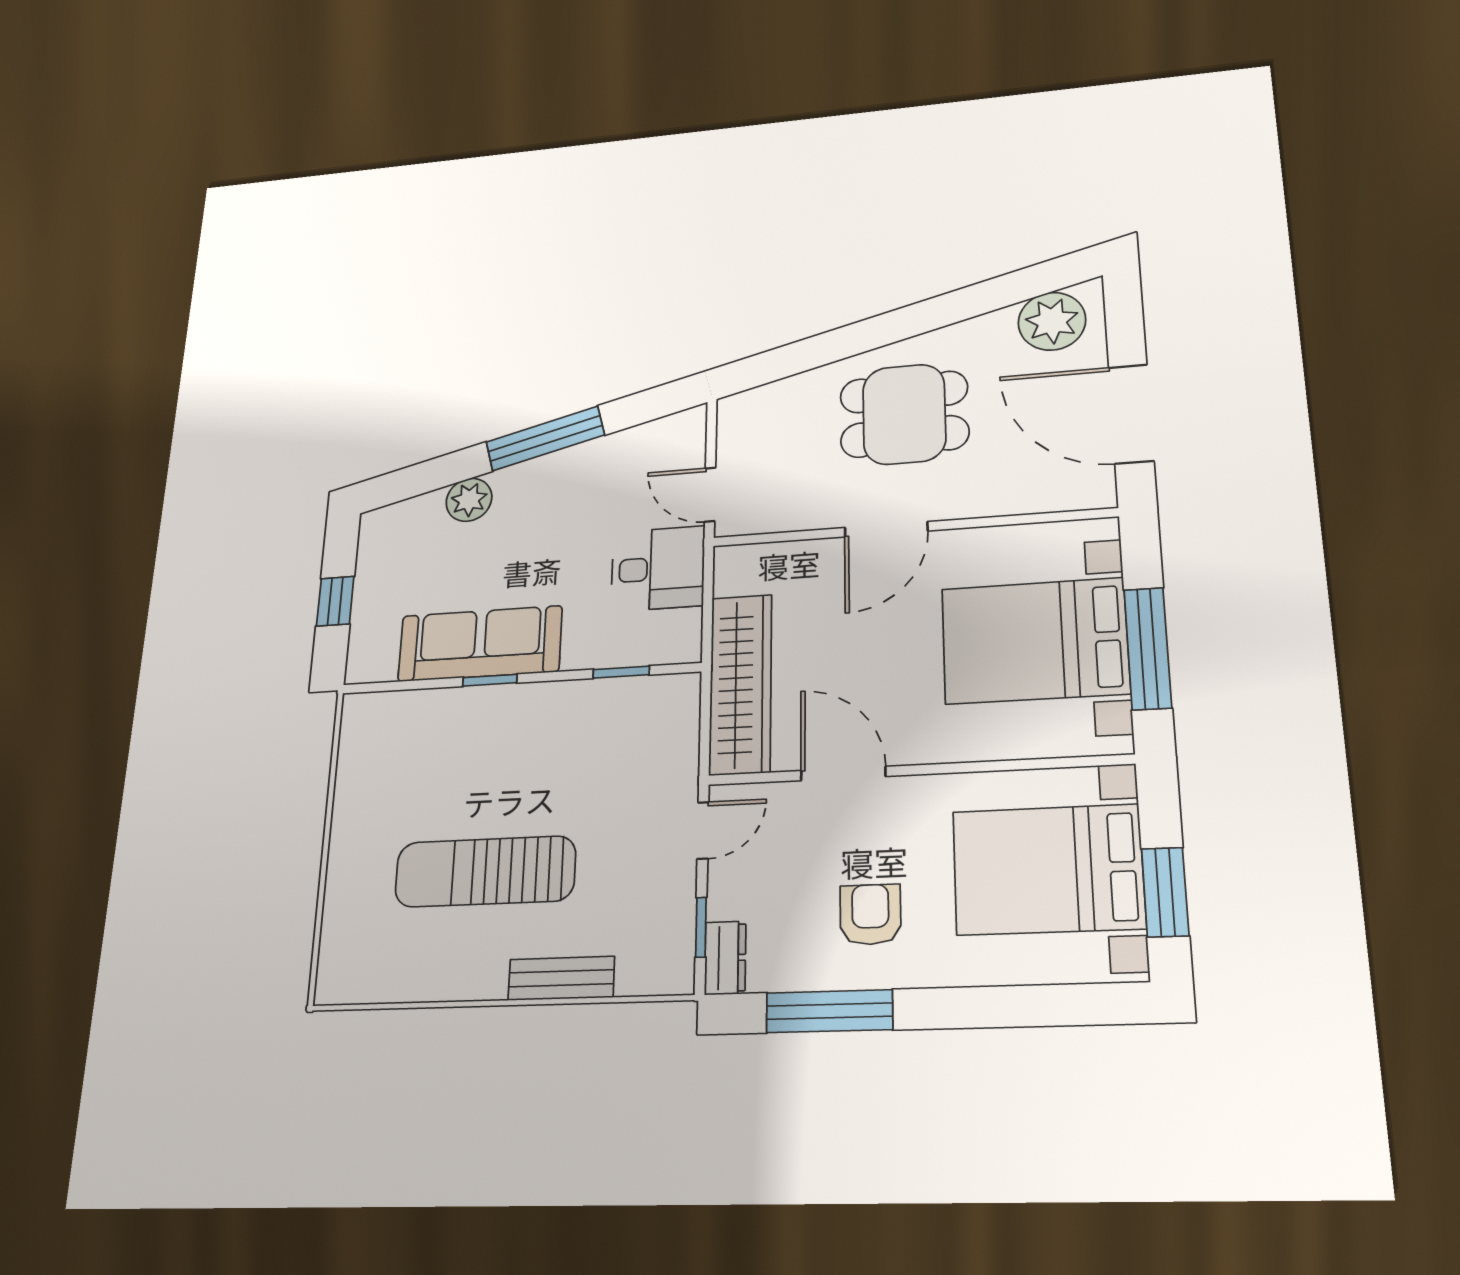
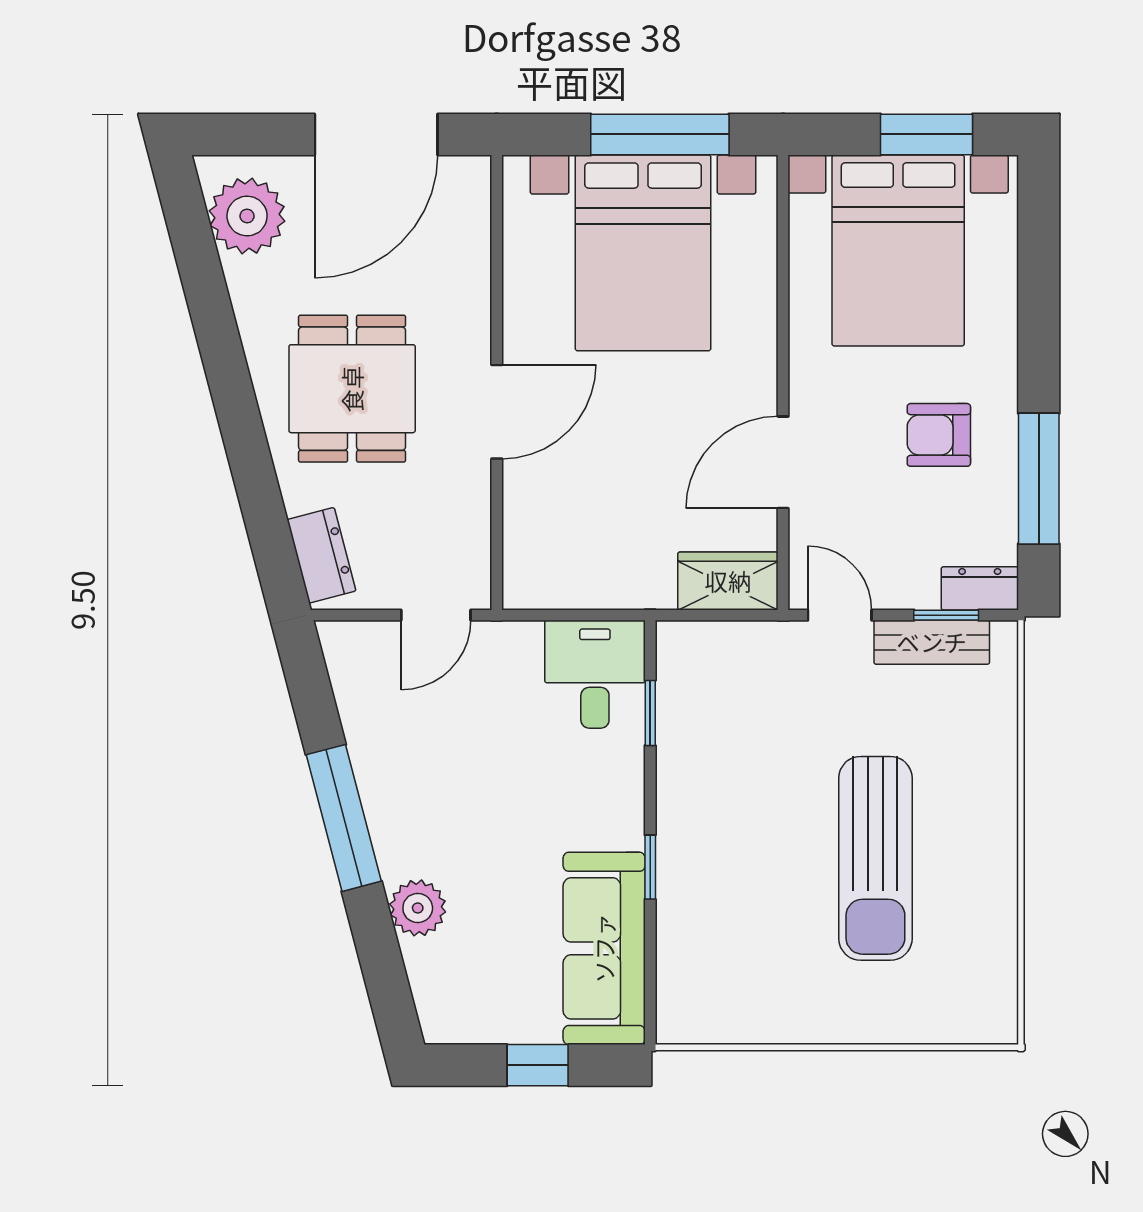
dresser: (762, 403) -> (321, 555), added
door: (886, 529) -> (497, 412), hinge flipped
desk: (658, 569) -> (595, 674), moved
sofa: (480, 644) -> (604, 948), moved
wardrobe: (741, 684) -> (728, 581), width x0.48, depth x0.85
bench: (561, 978) -> (932, 642), moved, turned 90

